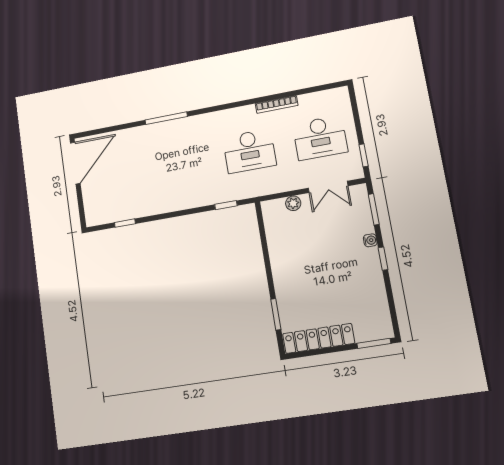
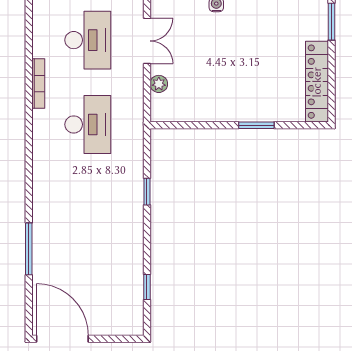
window: (166, 118) -> (29, 249), moved
window: (226, 205) -> (147, 192), moved
window: (276, 314) -> (256, 125), moved

